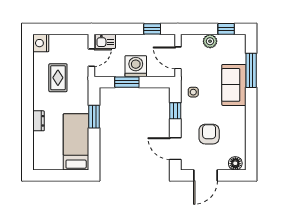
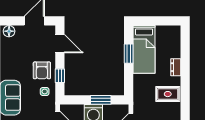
rug: (58, 78) -> (168, 94), moved, turned 90
window: (94, 117) -> (129, 54), moved
armchair: (209, 134) -> (42, 70), moved

